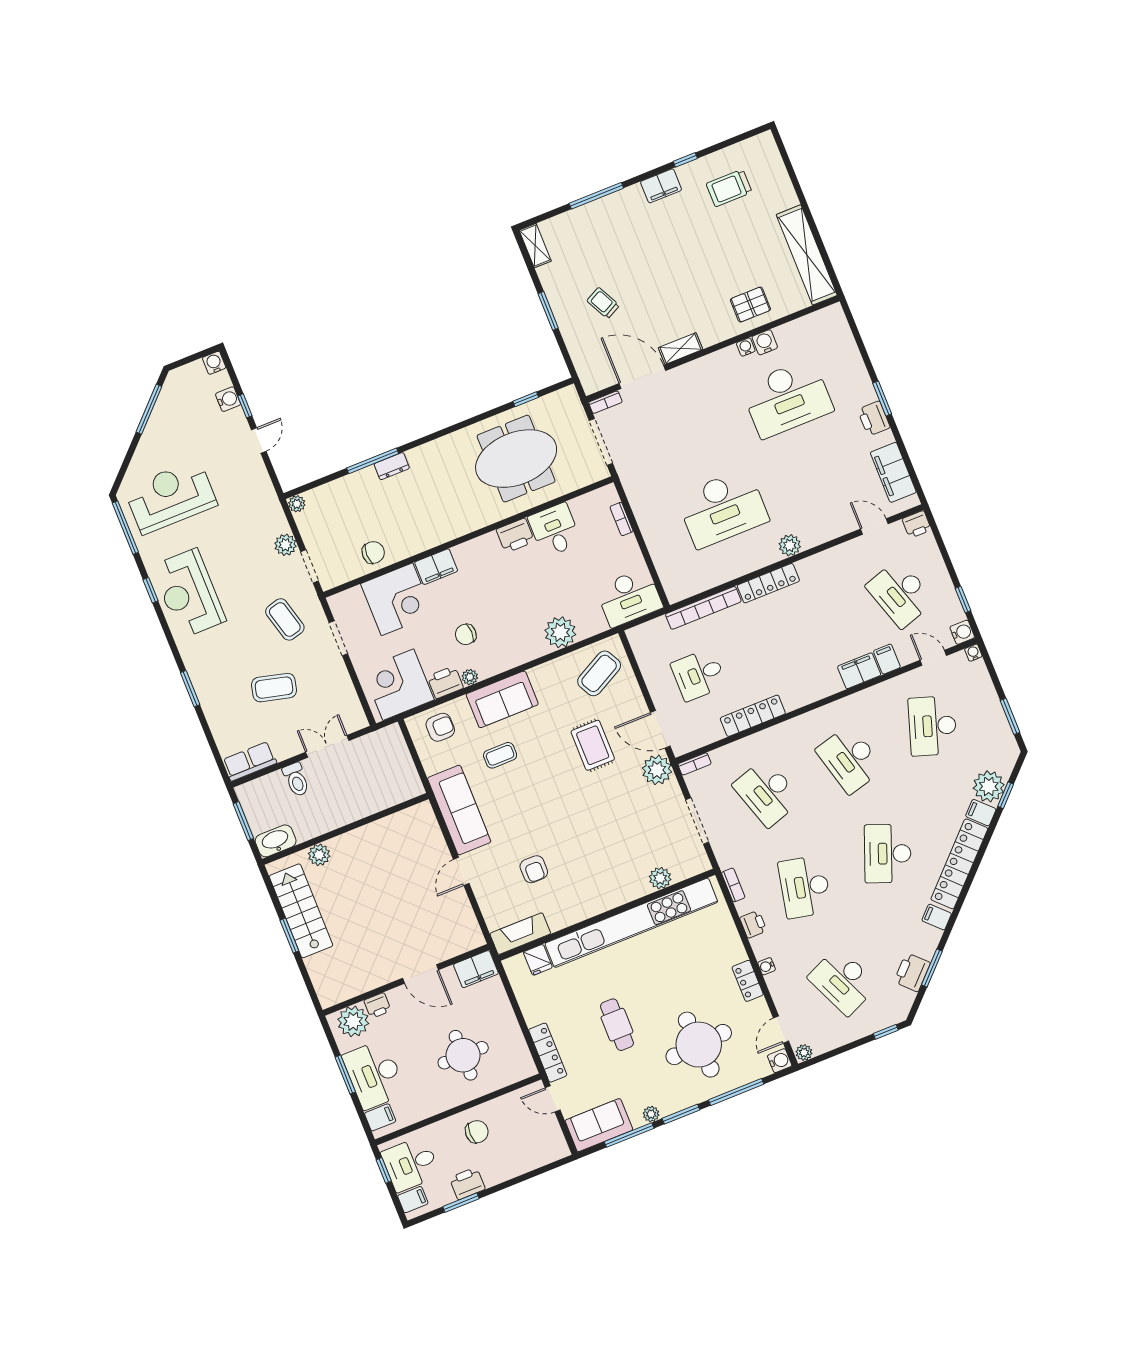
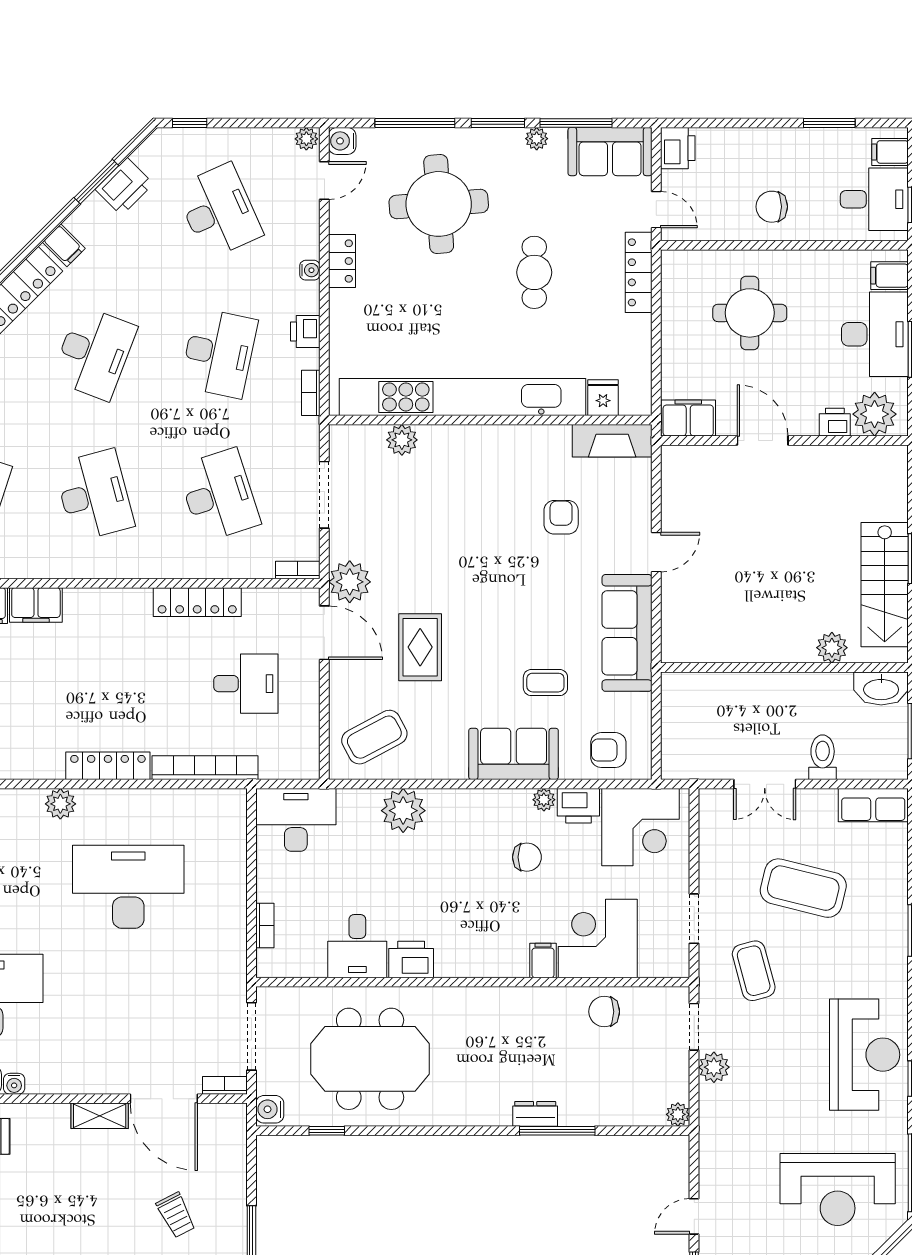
water cooler: (569, 398) -> (270, 1109), added
filing cabinet: (436, 567) -> (543, 960), width x0.50
coffee table: (274, 688) -> (803, 888), width x1.36, depth x1.32
printer: (467, 1183) -> (678, 148), moved, turned -90

